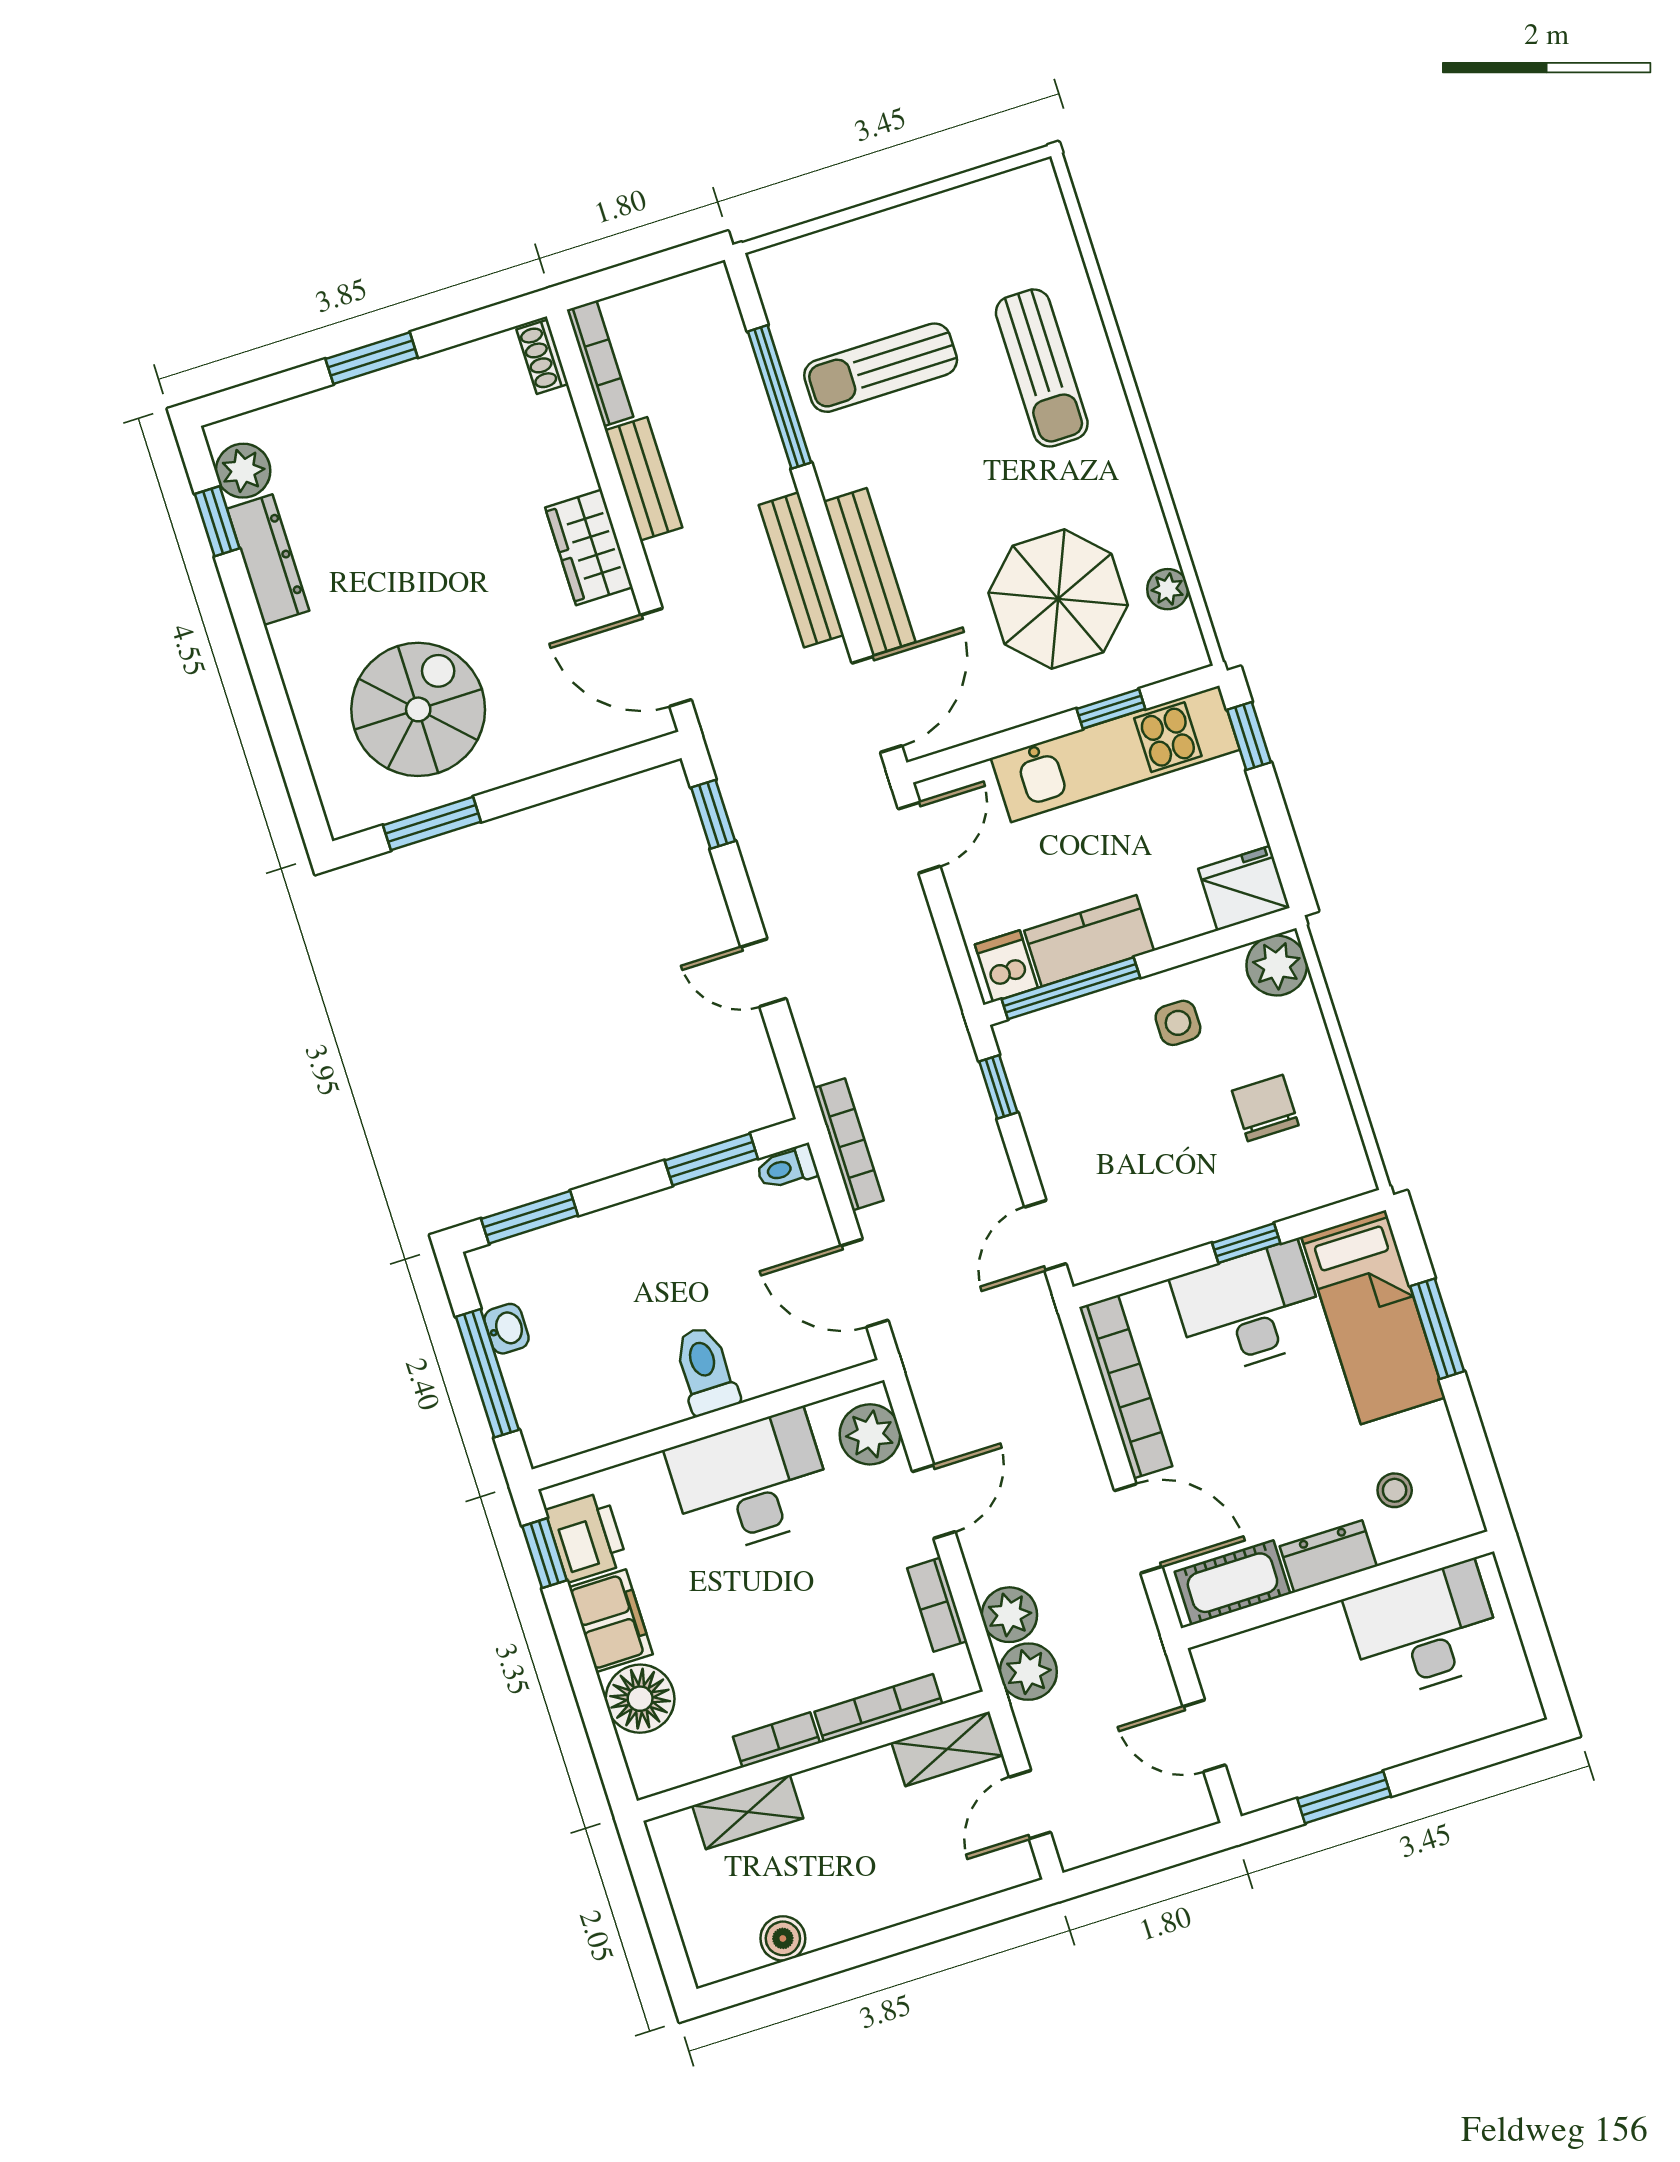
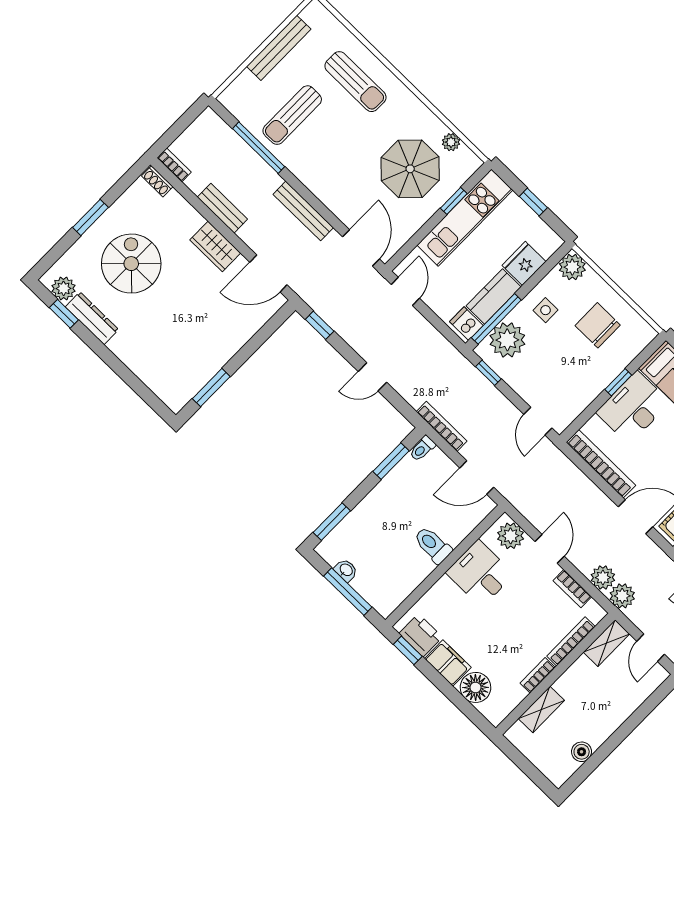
bookcase: (600, 363) -> (174, 165), width x0.64
bench: (870, 572) -> (279, 48), moved, turned 90
spiral stairs: (418, 709) -> (131, 264), moved
window: (1249, 736) -> (533, 202), moved
fridge: (1244, 888) -> (524, 263), moved
plant: (1071, 1042) -> (507, 340), added
chair: (1265, 1108) -> (598, 325), width x1.37, depth x1.37
desk: (750, 1483) -> (480, 573), width x0.73

